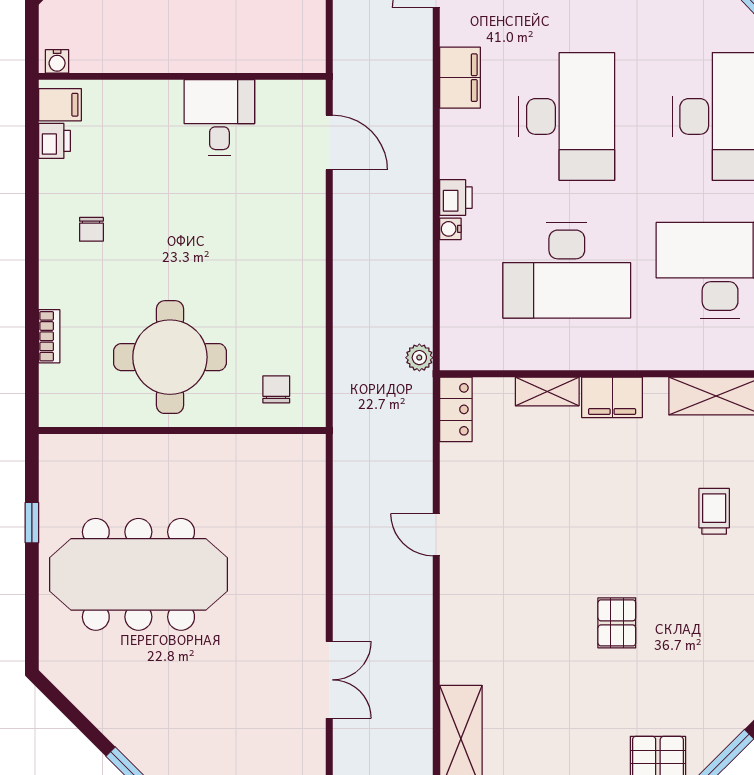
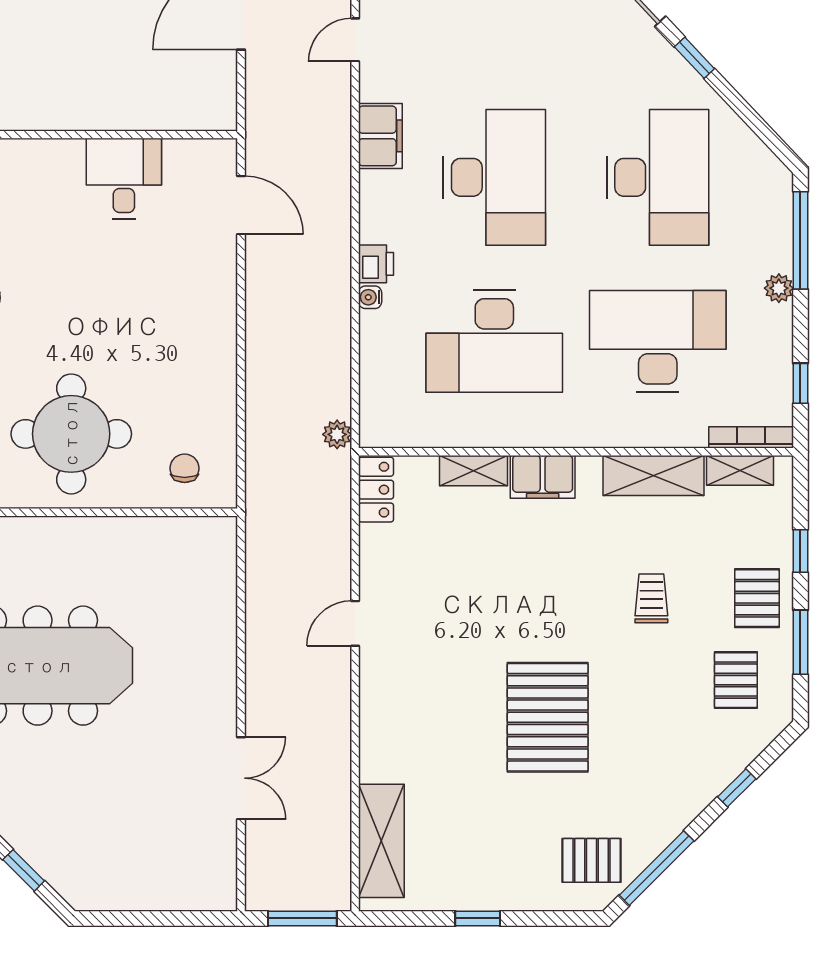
door: (436, 535) -> (355, 623), hinge flipped
pallet: (617, 623) -> (548, 717), width x2.05, depth x2.00

